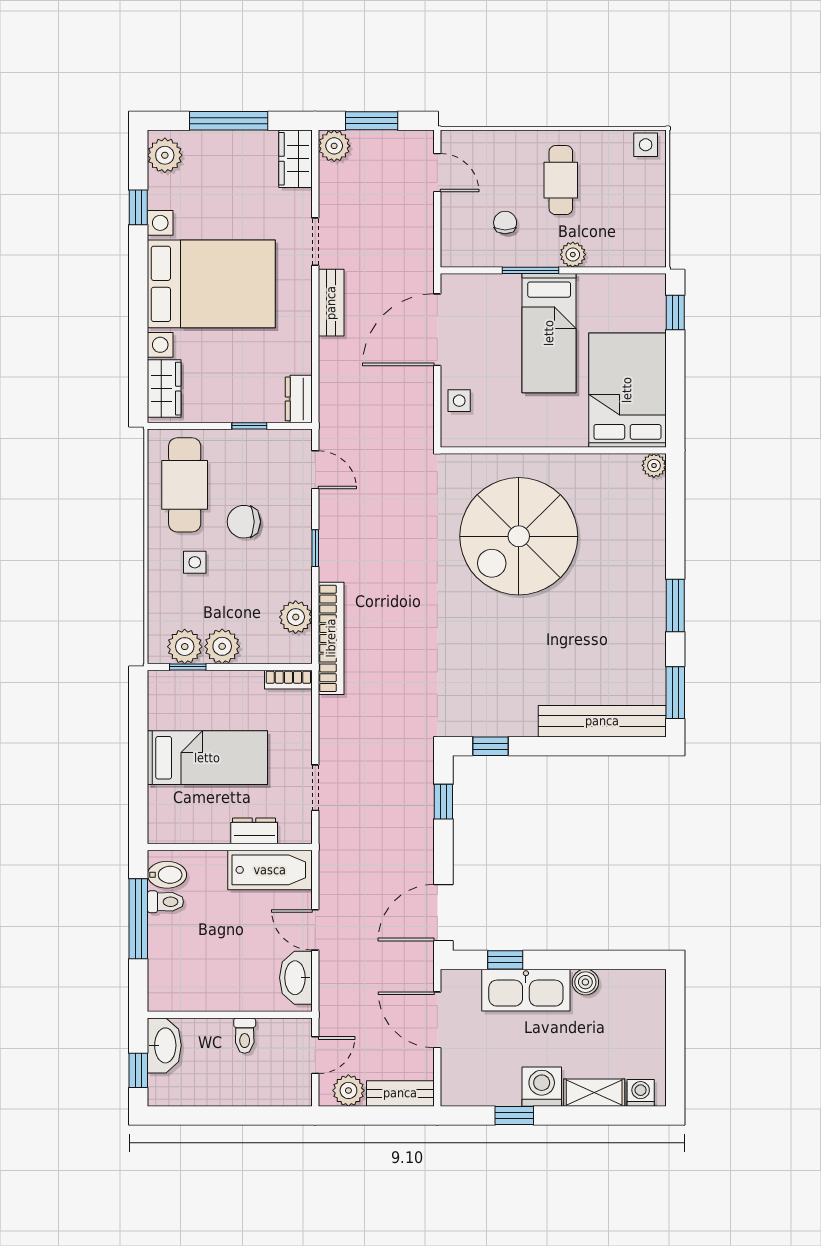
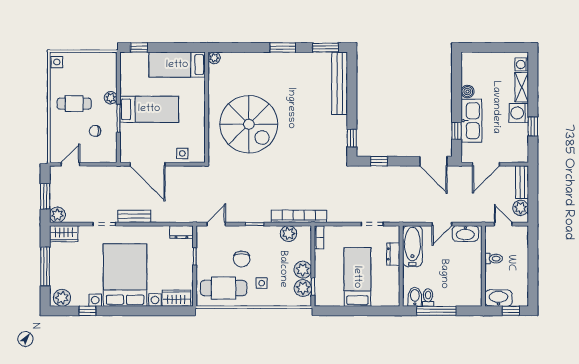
bed: (627, 390) -> (177, 65), width x0.67

